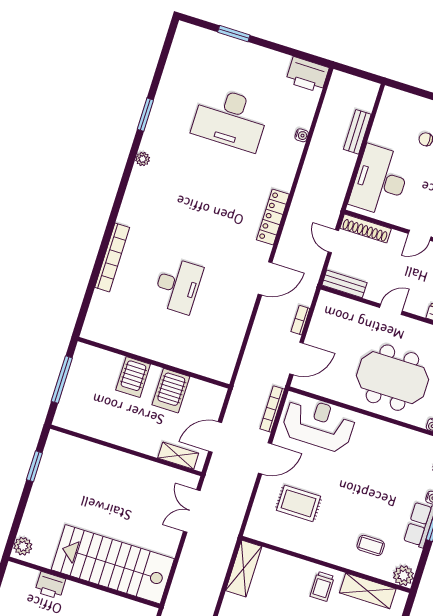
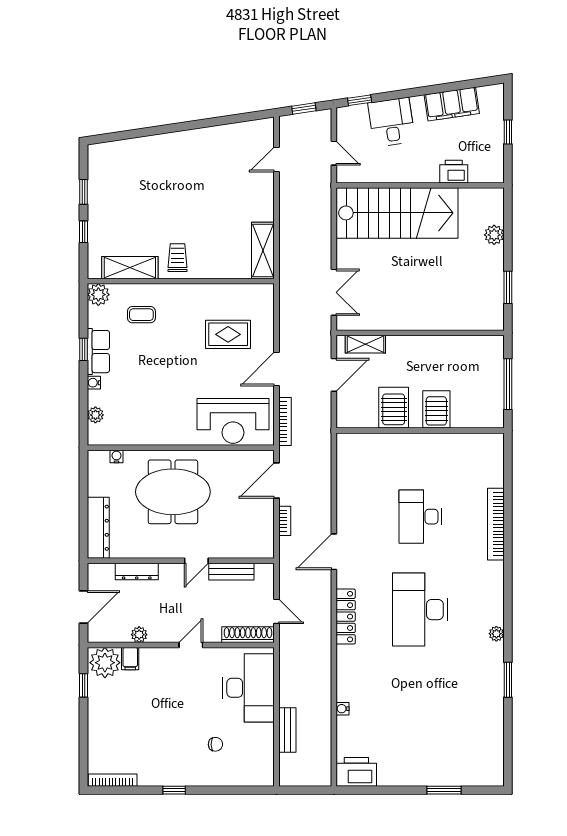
desk: (230, 119) -> (420, 610), moved, turned -90
bench: (344, 284) -> (231, 572), moved
plant: (23, 546) -> (494, 235), moved

